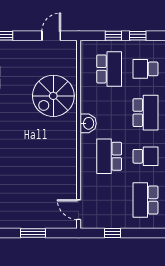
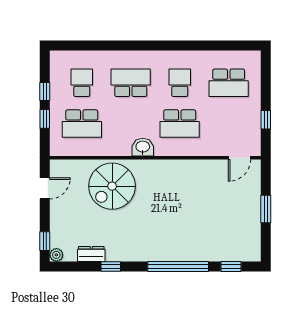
door: (51, 36) -> (45, 188), swing flipped
school desk: (109, 69) -> (82, 124), turned 180
school desk: (145, 69) -> (82, 83), turned 180
spiral stairs: (53, 96) -> (112, 186), turned 90

